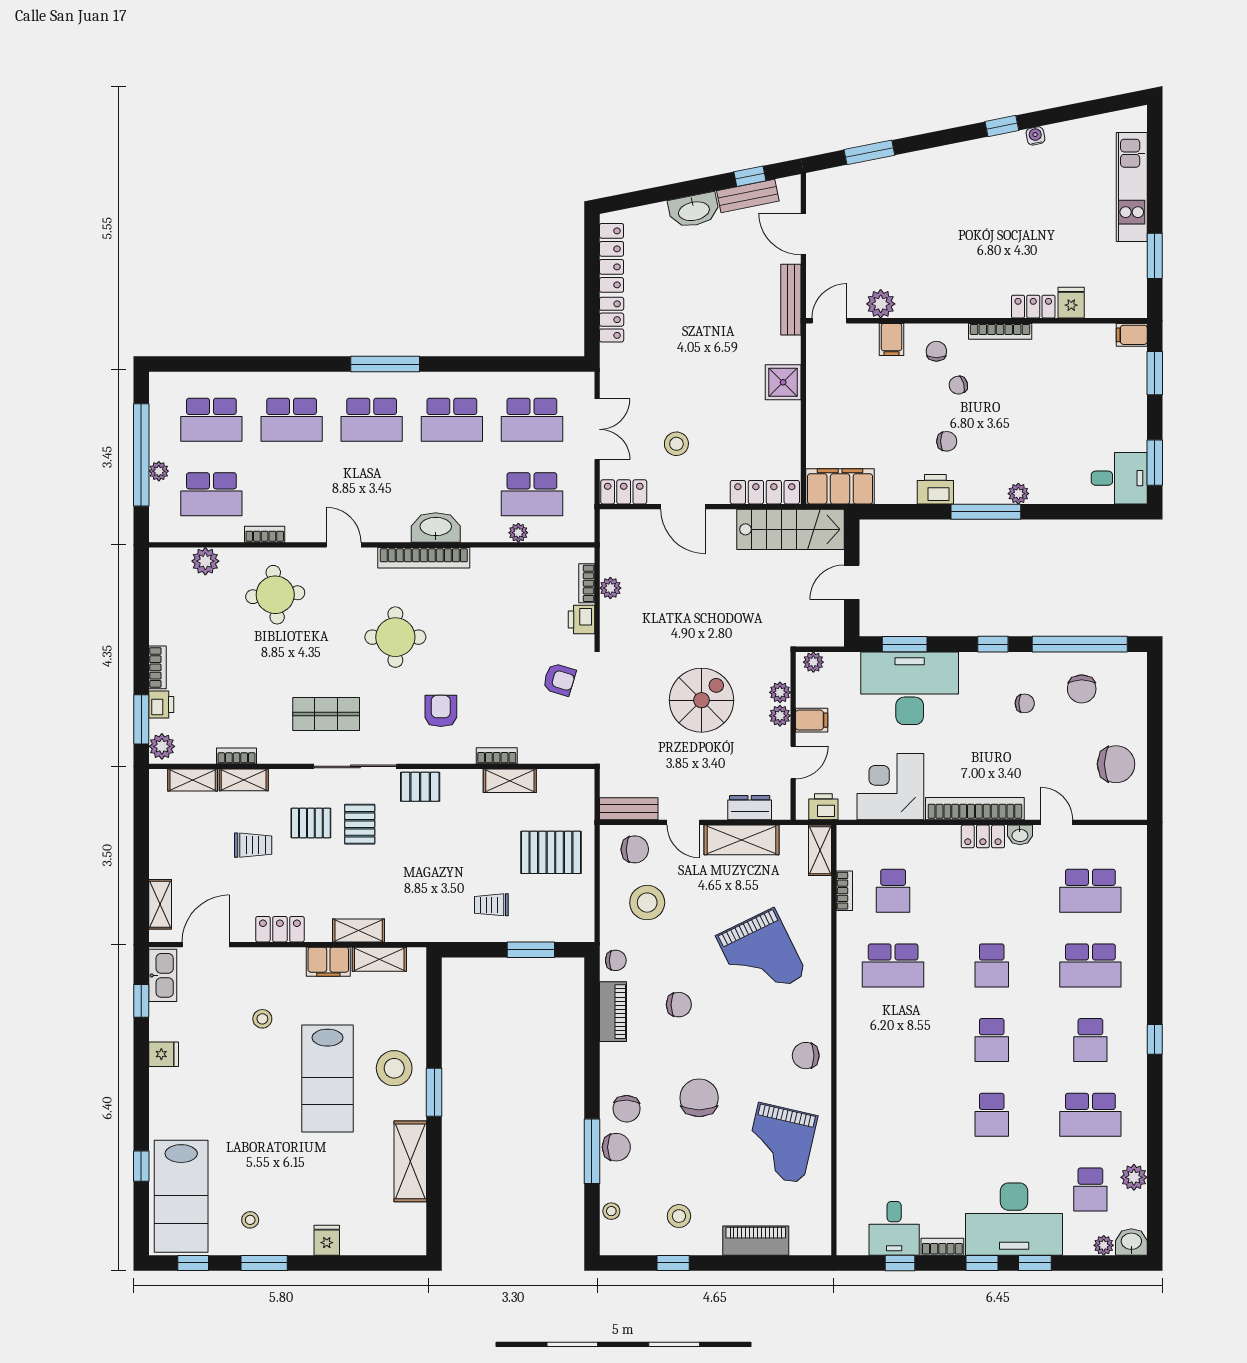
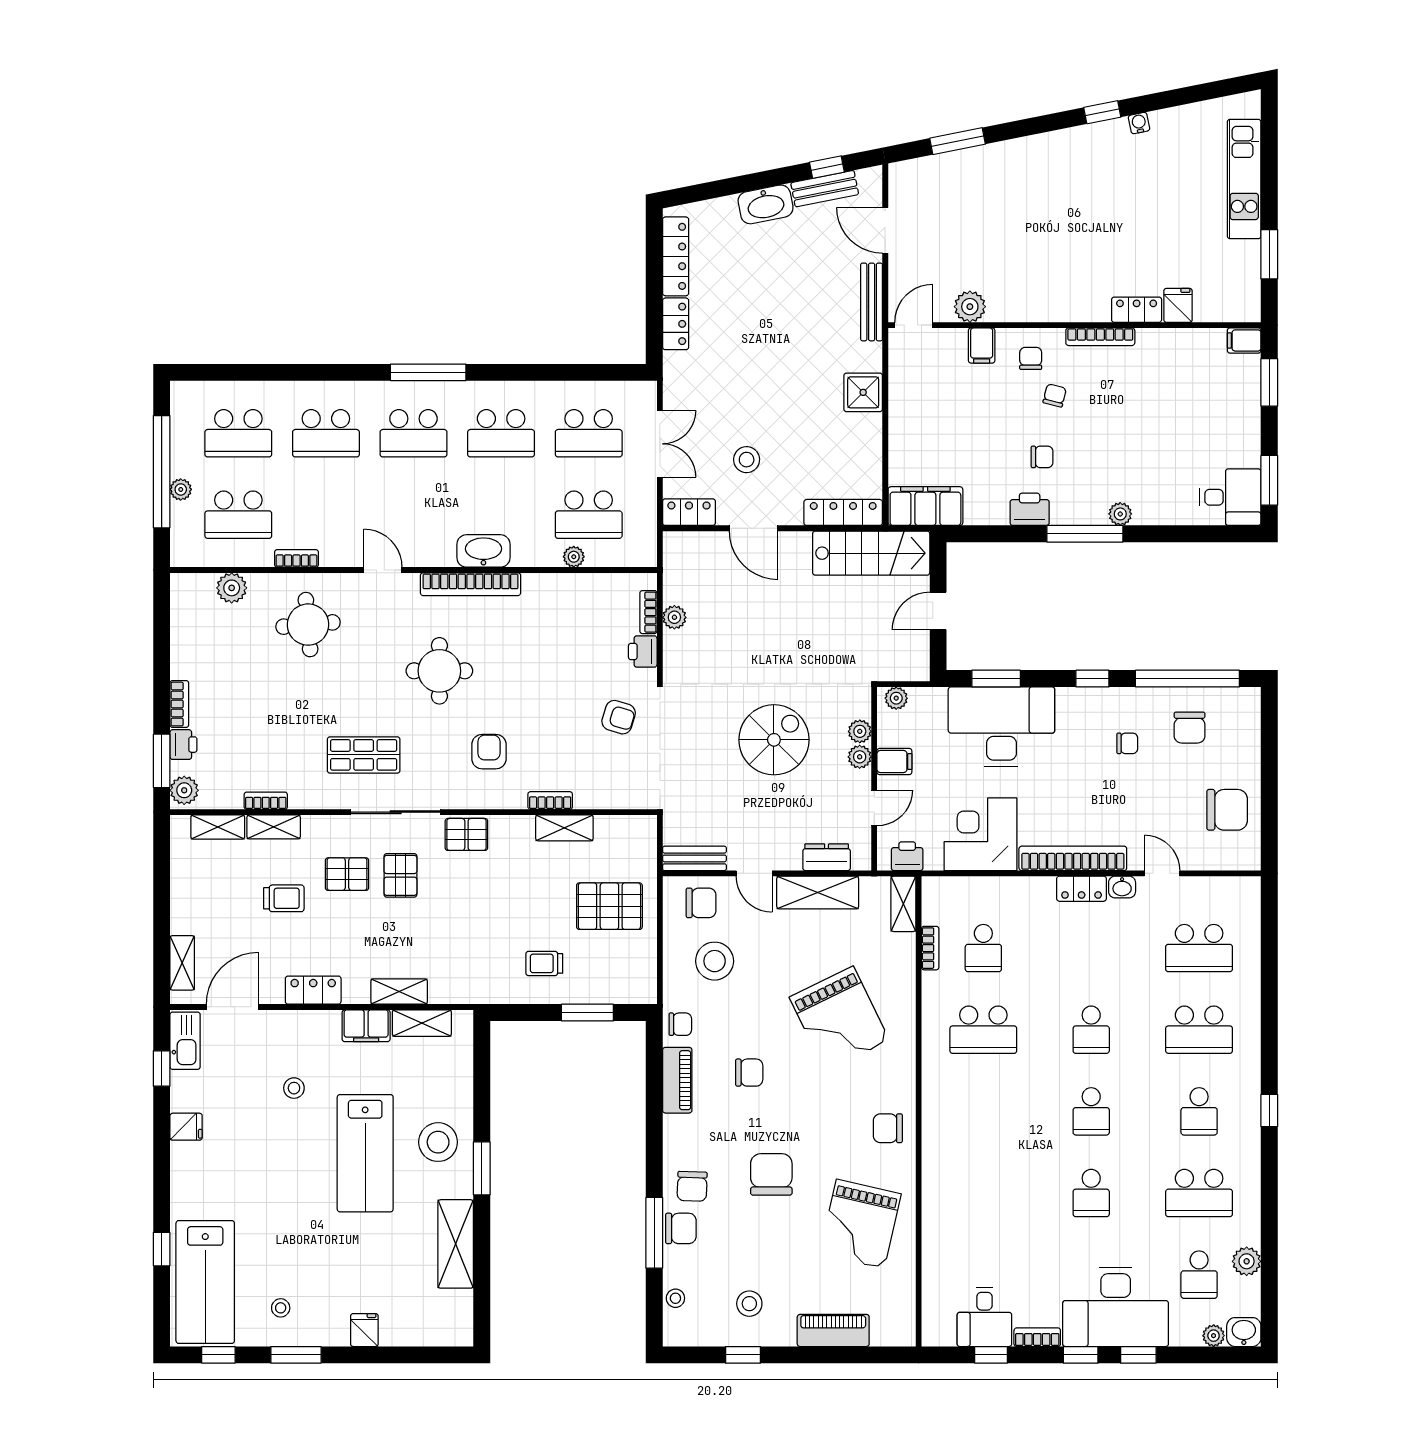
chair: (958, 385) -> (1055, 395), turned 119

